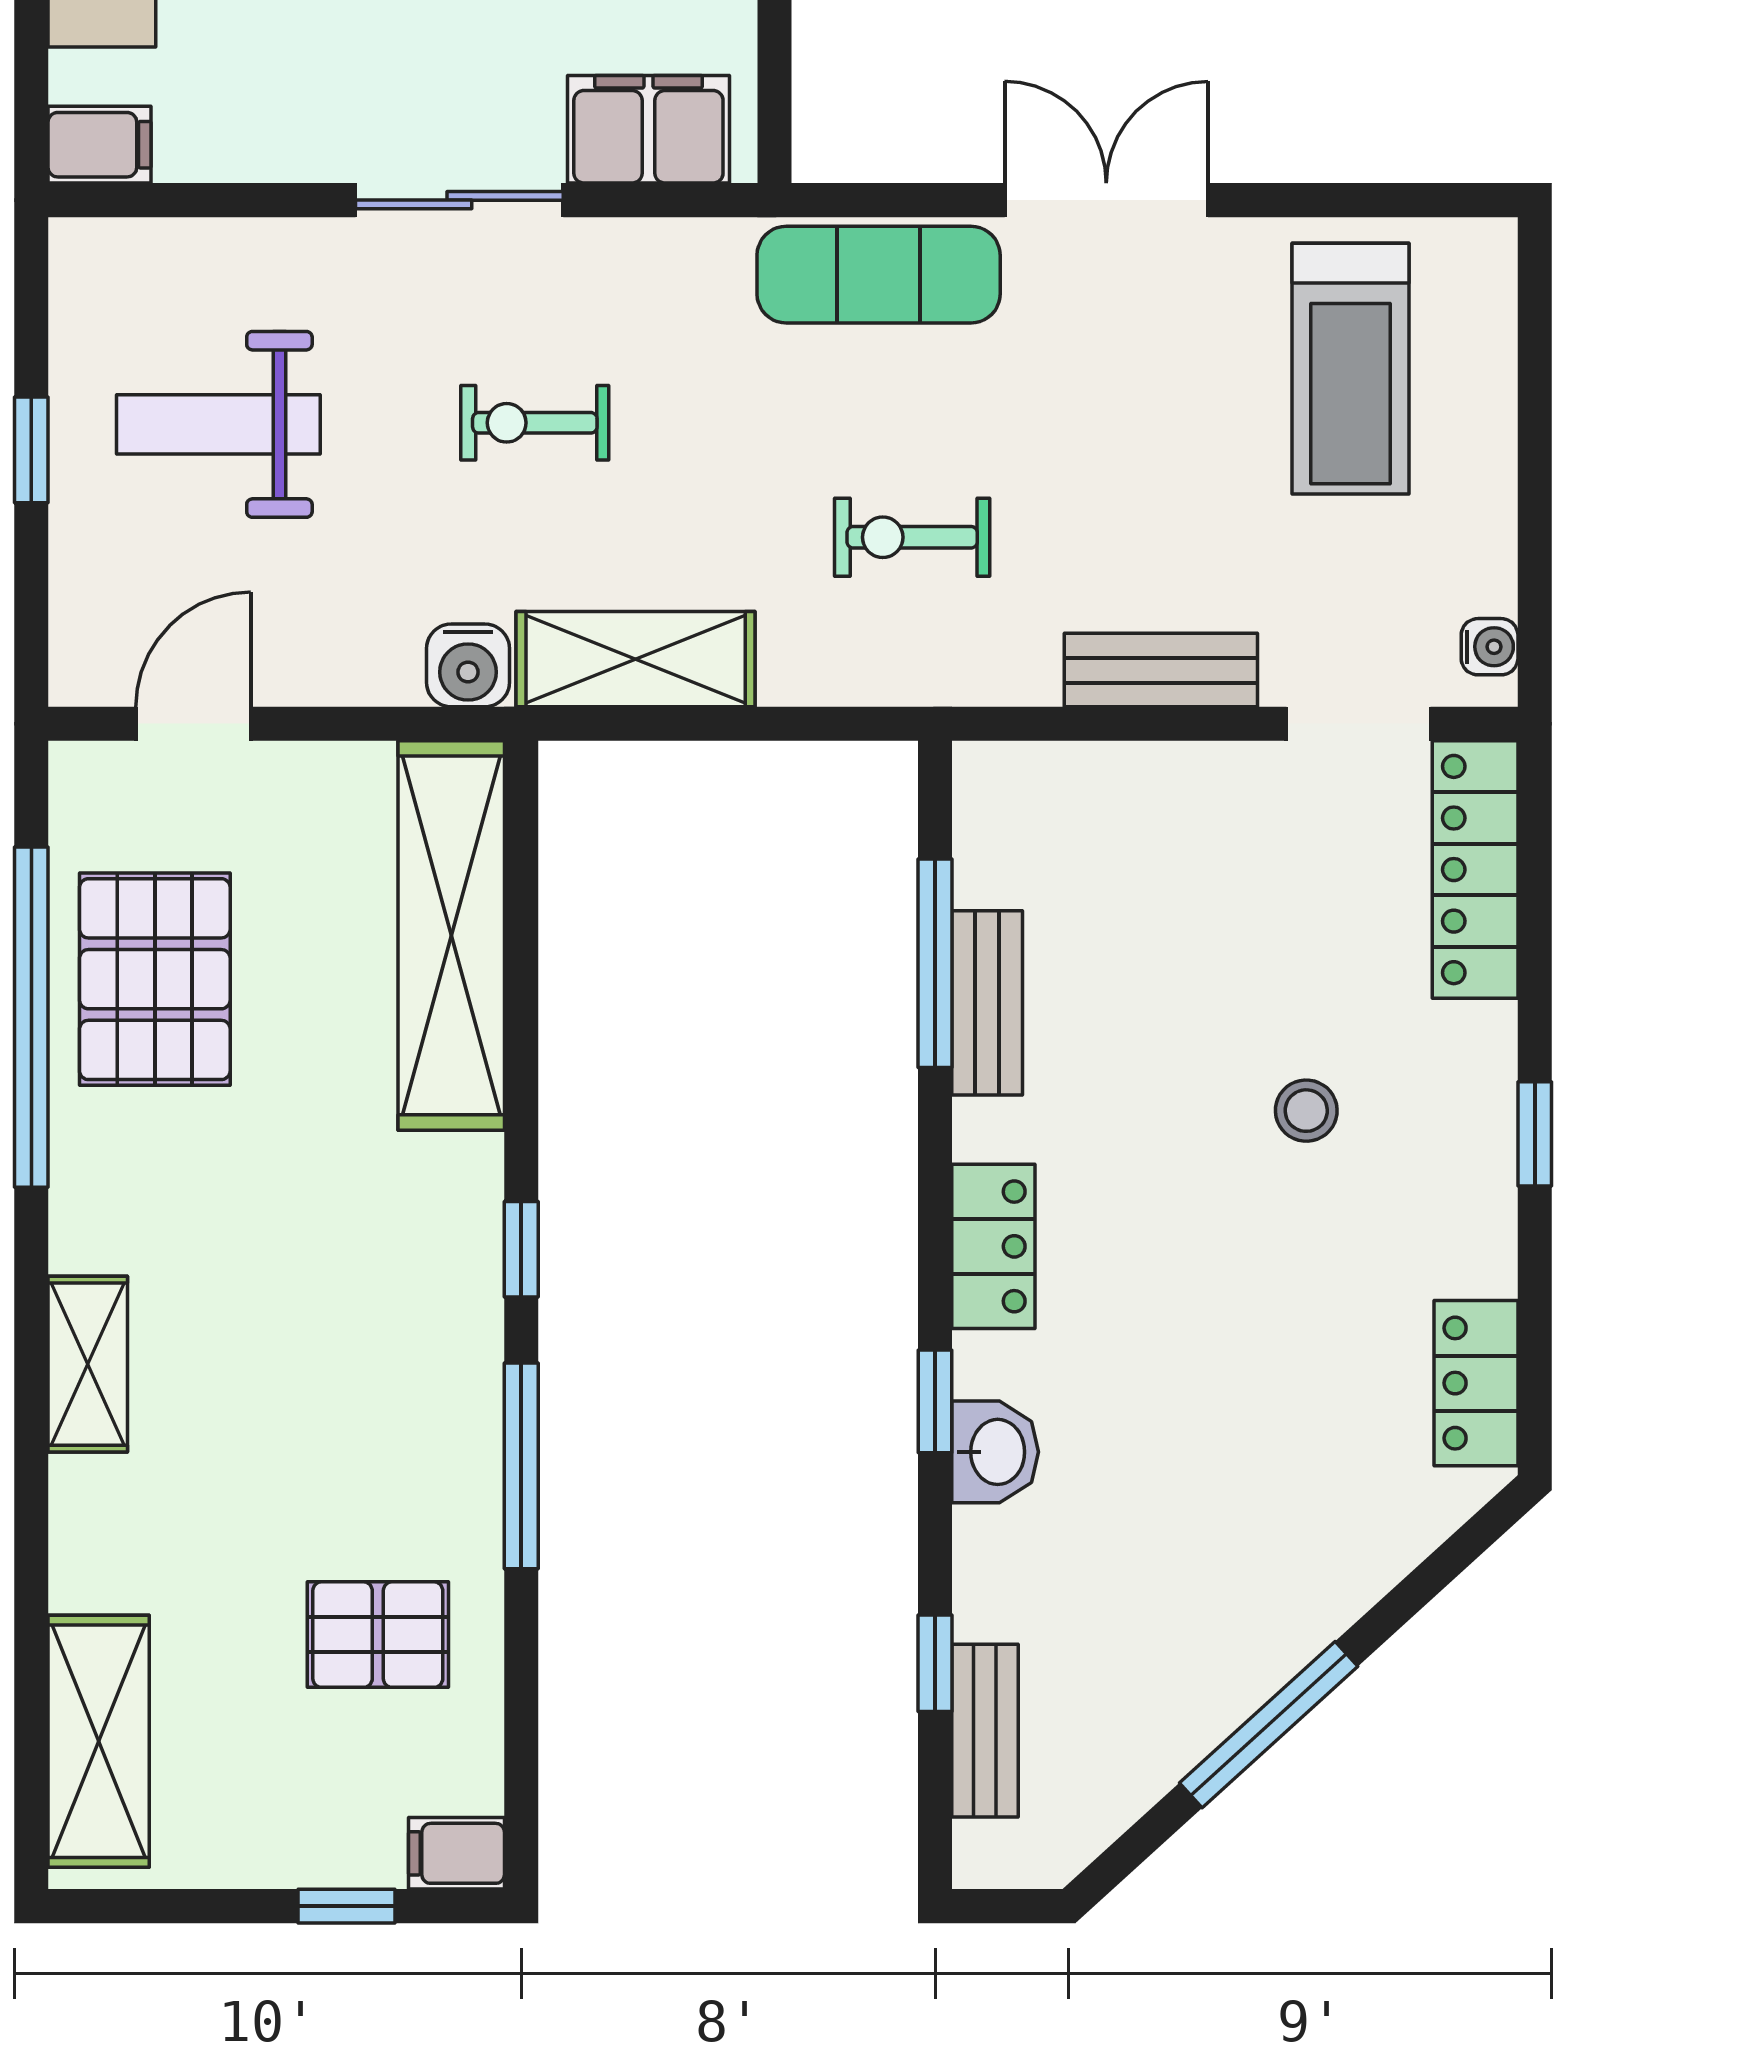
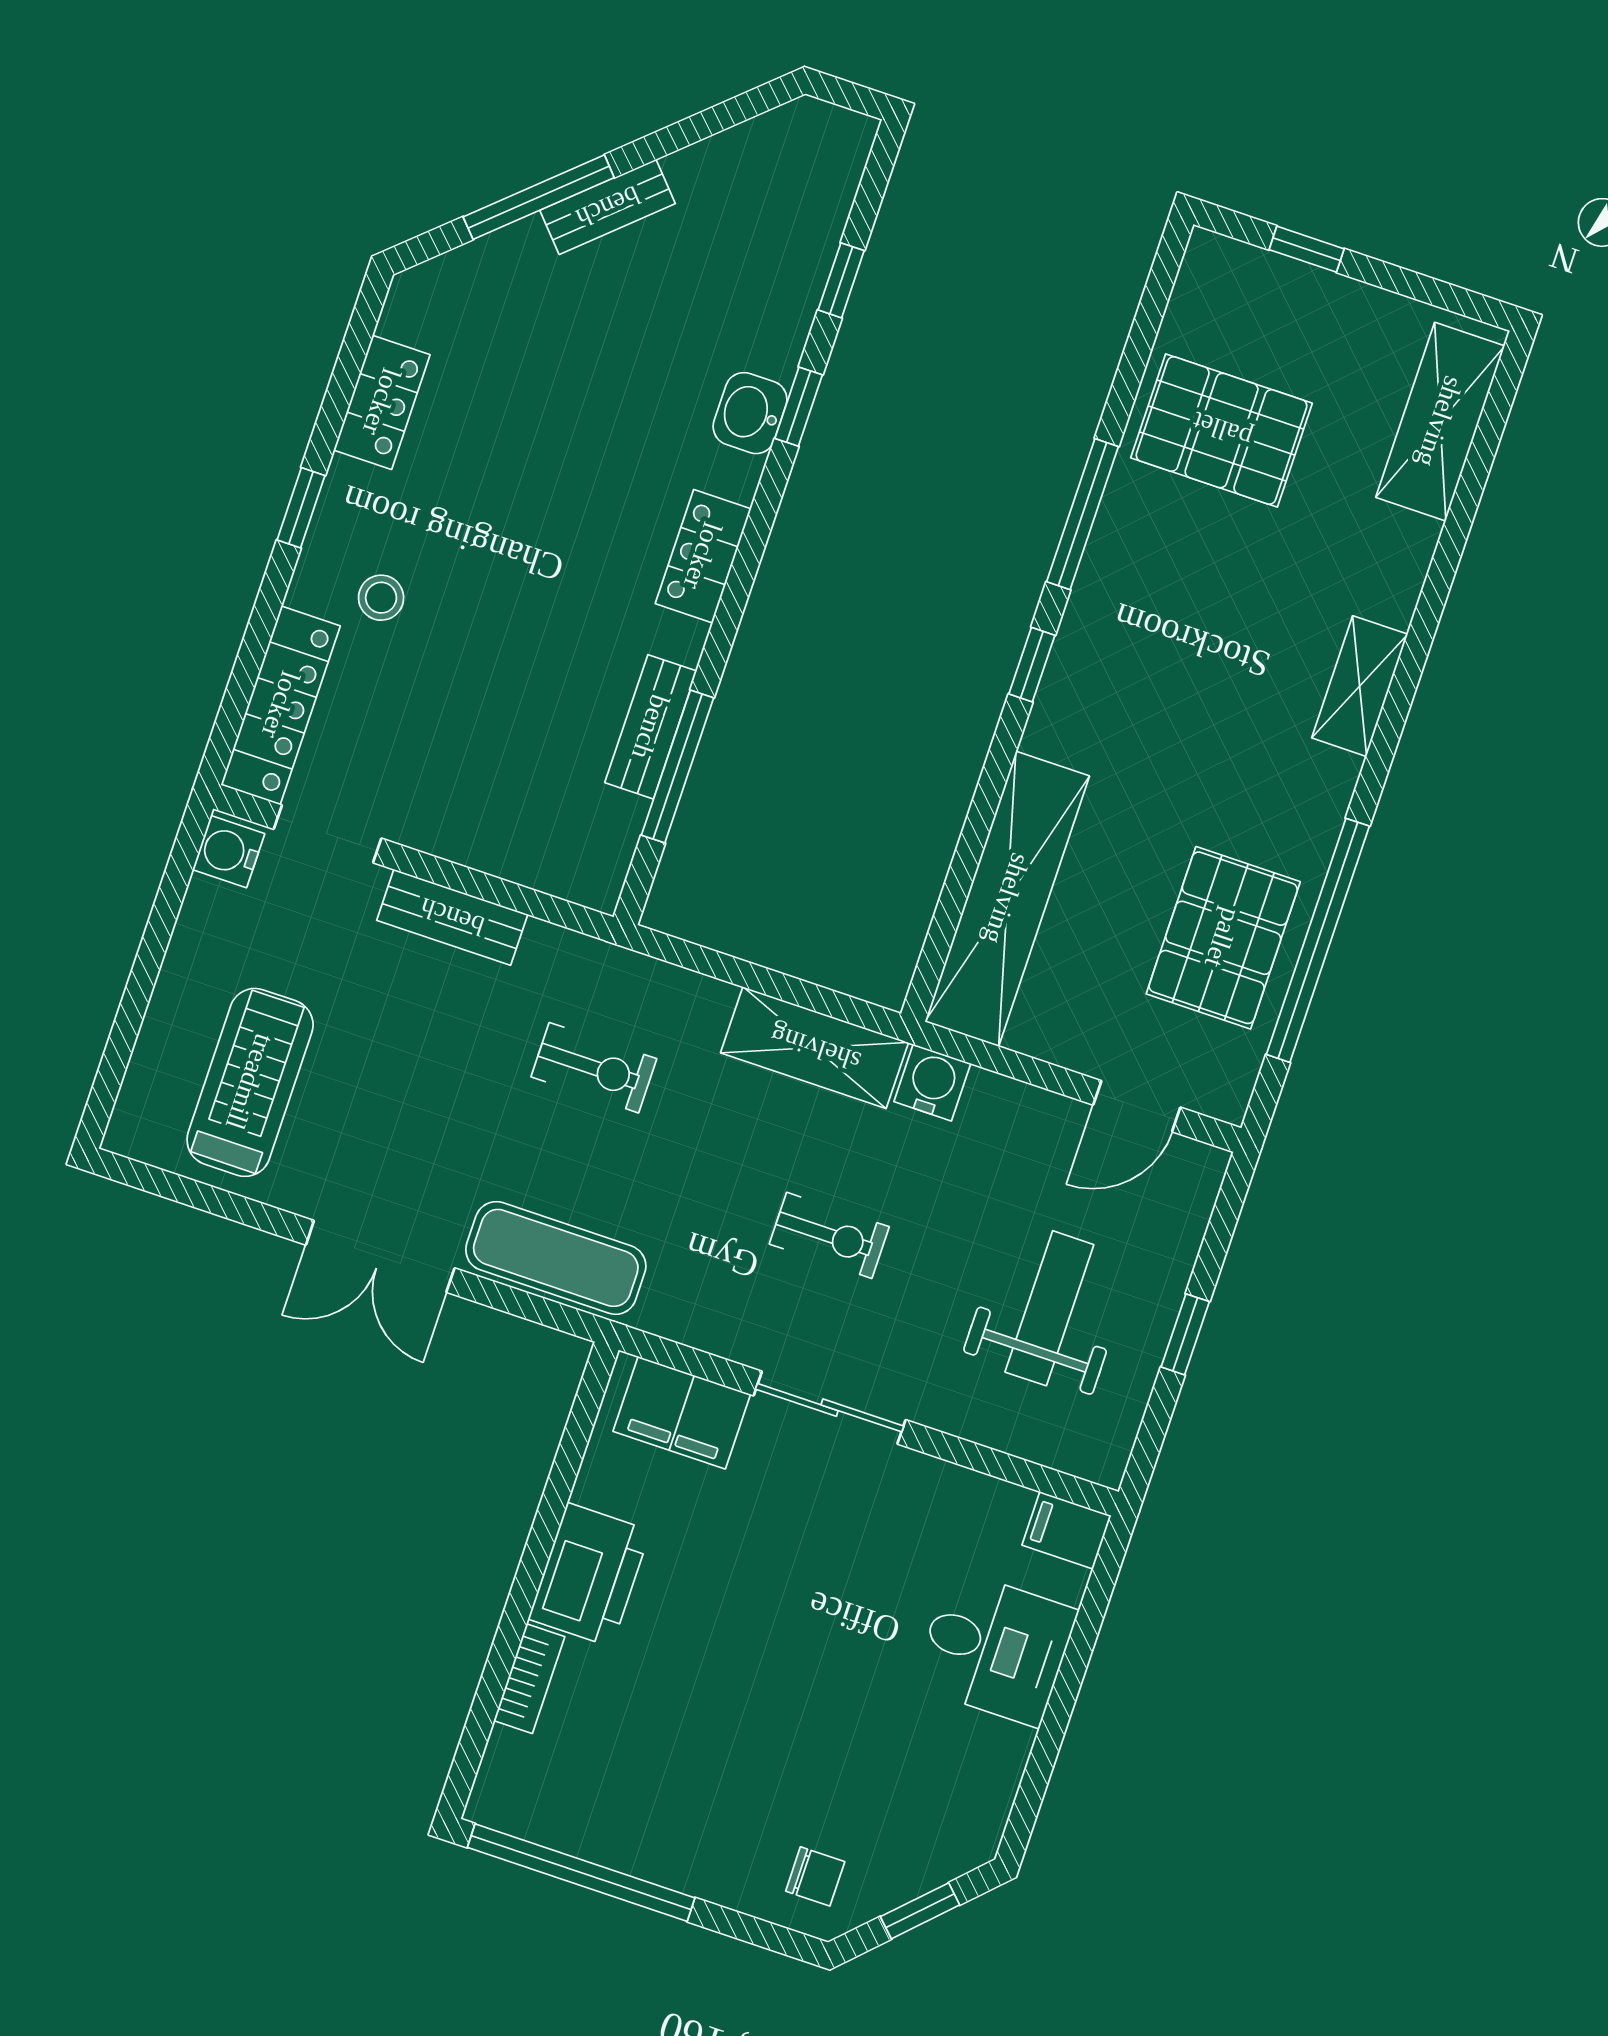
weight bench: (218, 424) -> (1049, 1308), turned -90
water cooler: (1490, 647) -> (229, 852), width x1.38, depth x1.38
stool: (1306, 1111) -> (381, 598), moved
locker: (1476, 1383) -> (382, 402), moved
window: (935, 1401) -> (799, 407), moved
pallet: (378, 1635) -> (1222, 430), width x1.50, depth x1.42
window: (1269, 1725) -> (539, 197), moved
bench: (985, 1731) -> (608, 207), moved, turned 48
filing cabinet: (456, 1853) -> (1218, 260), removed

